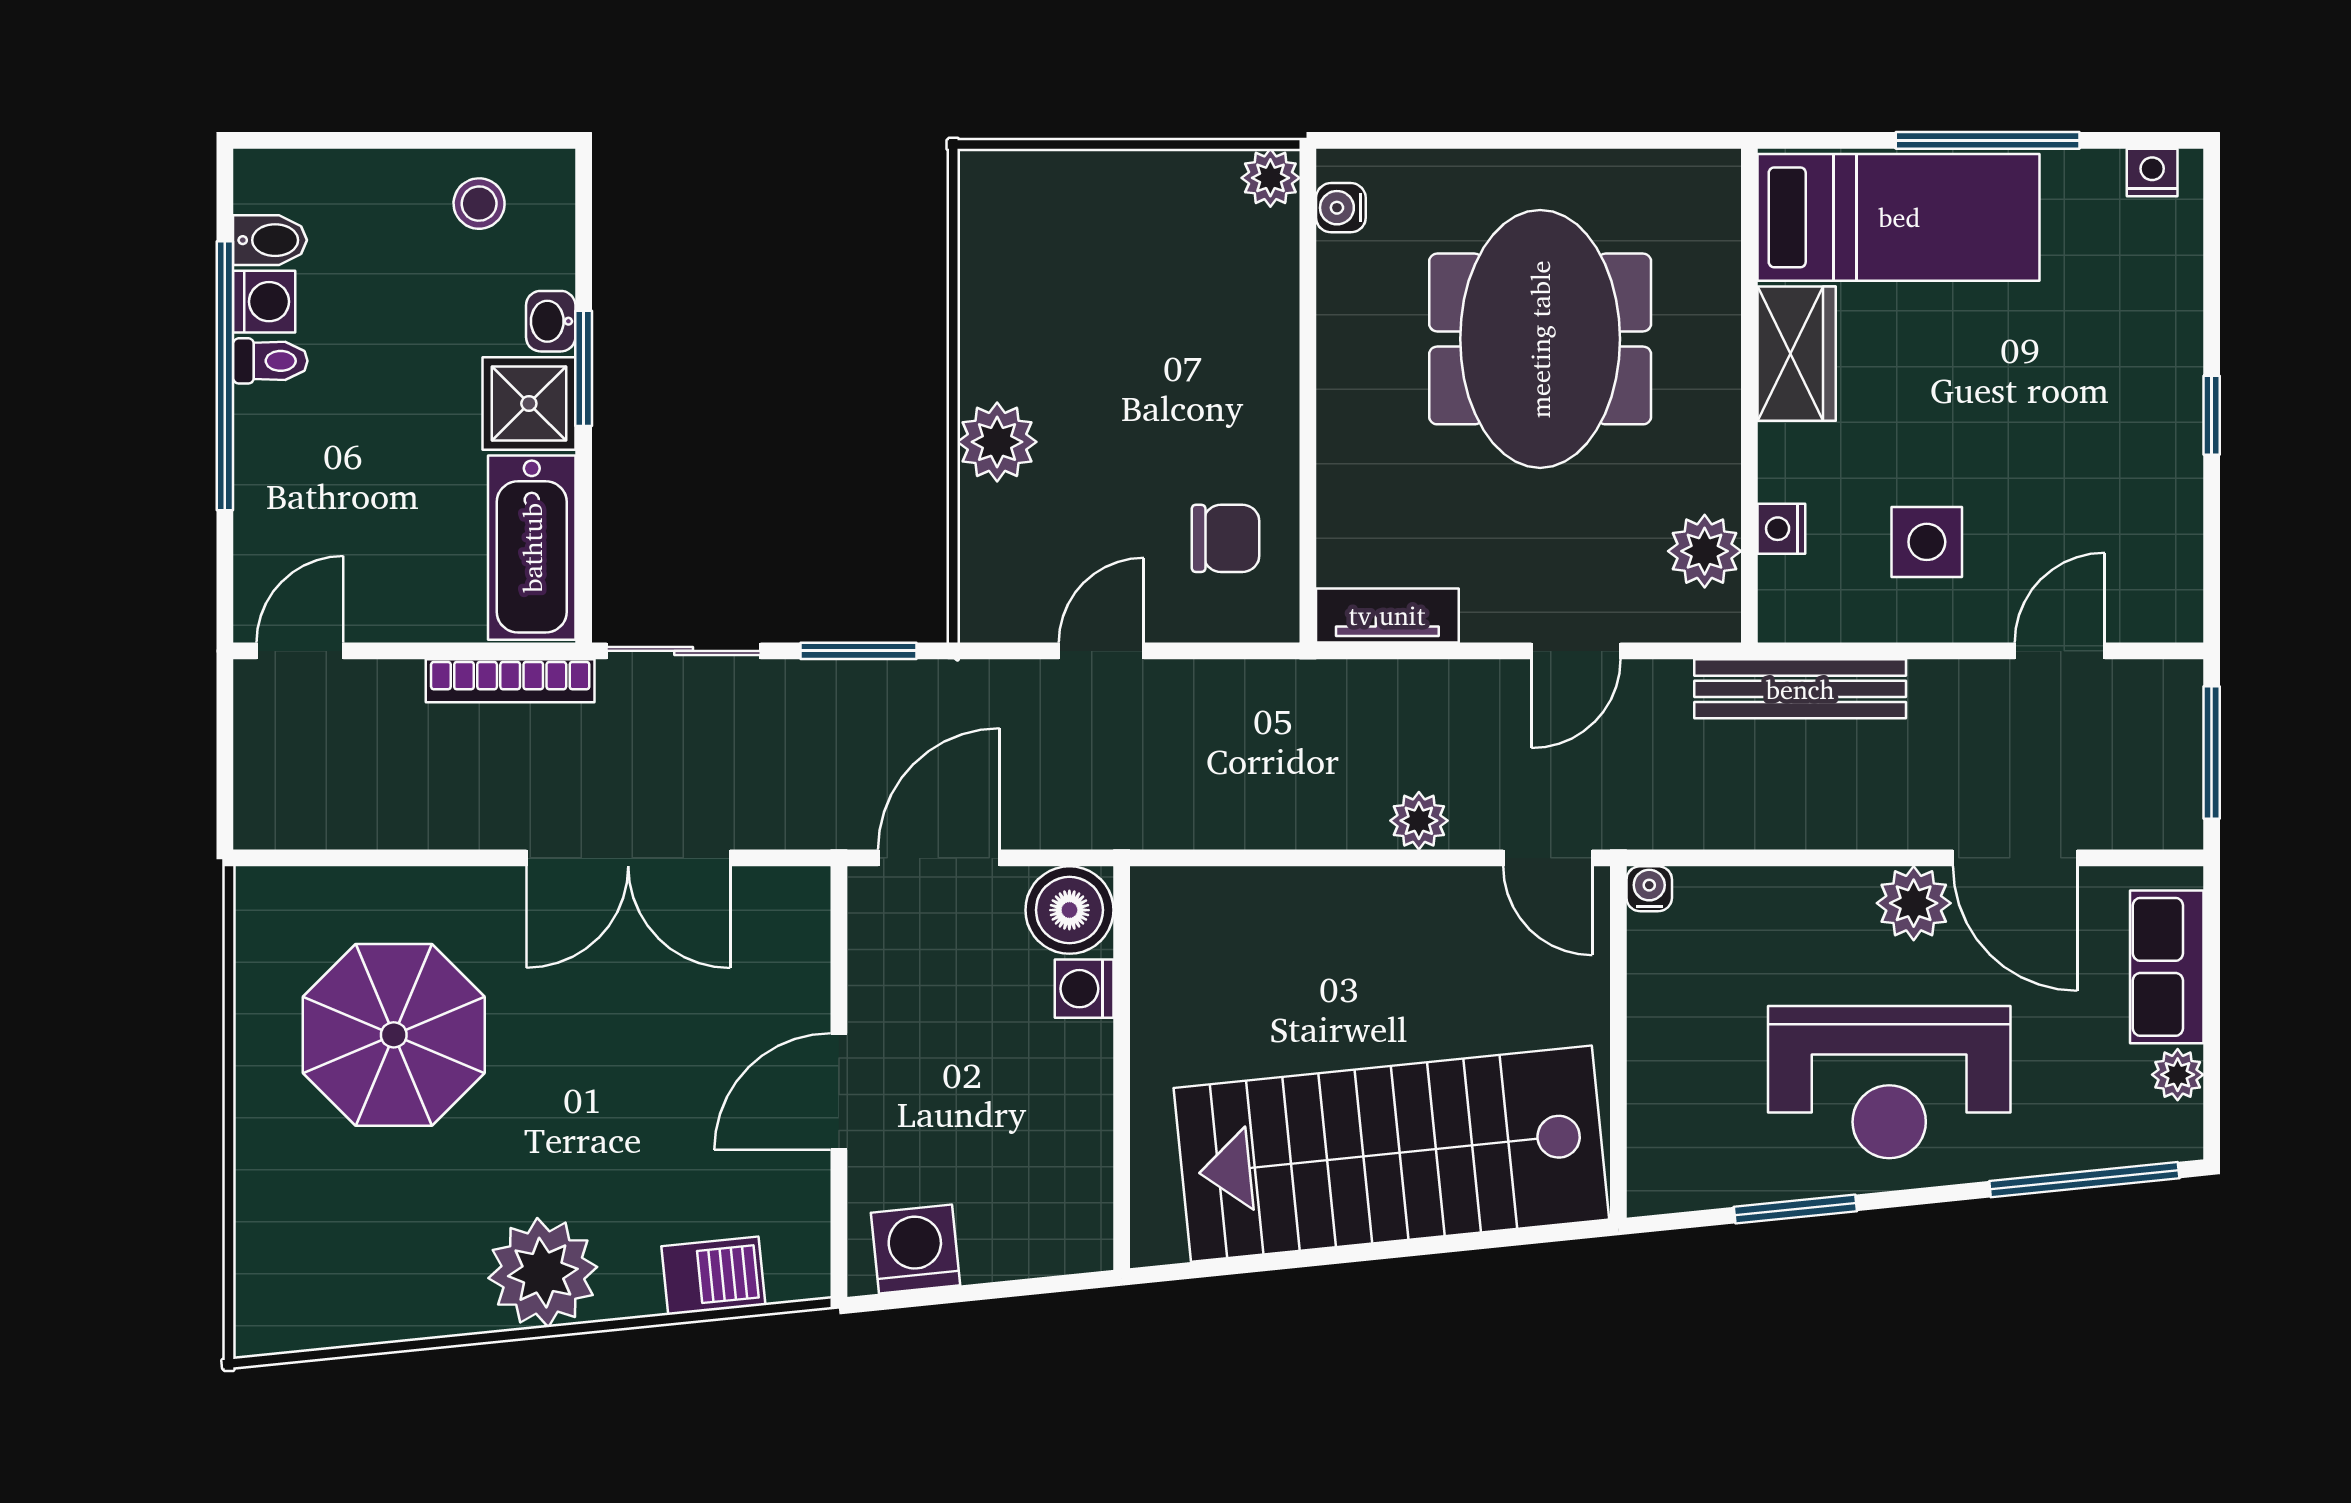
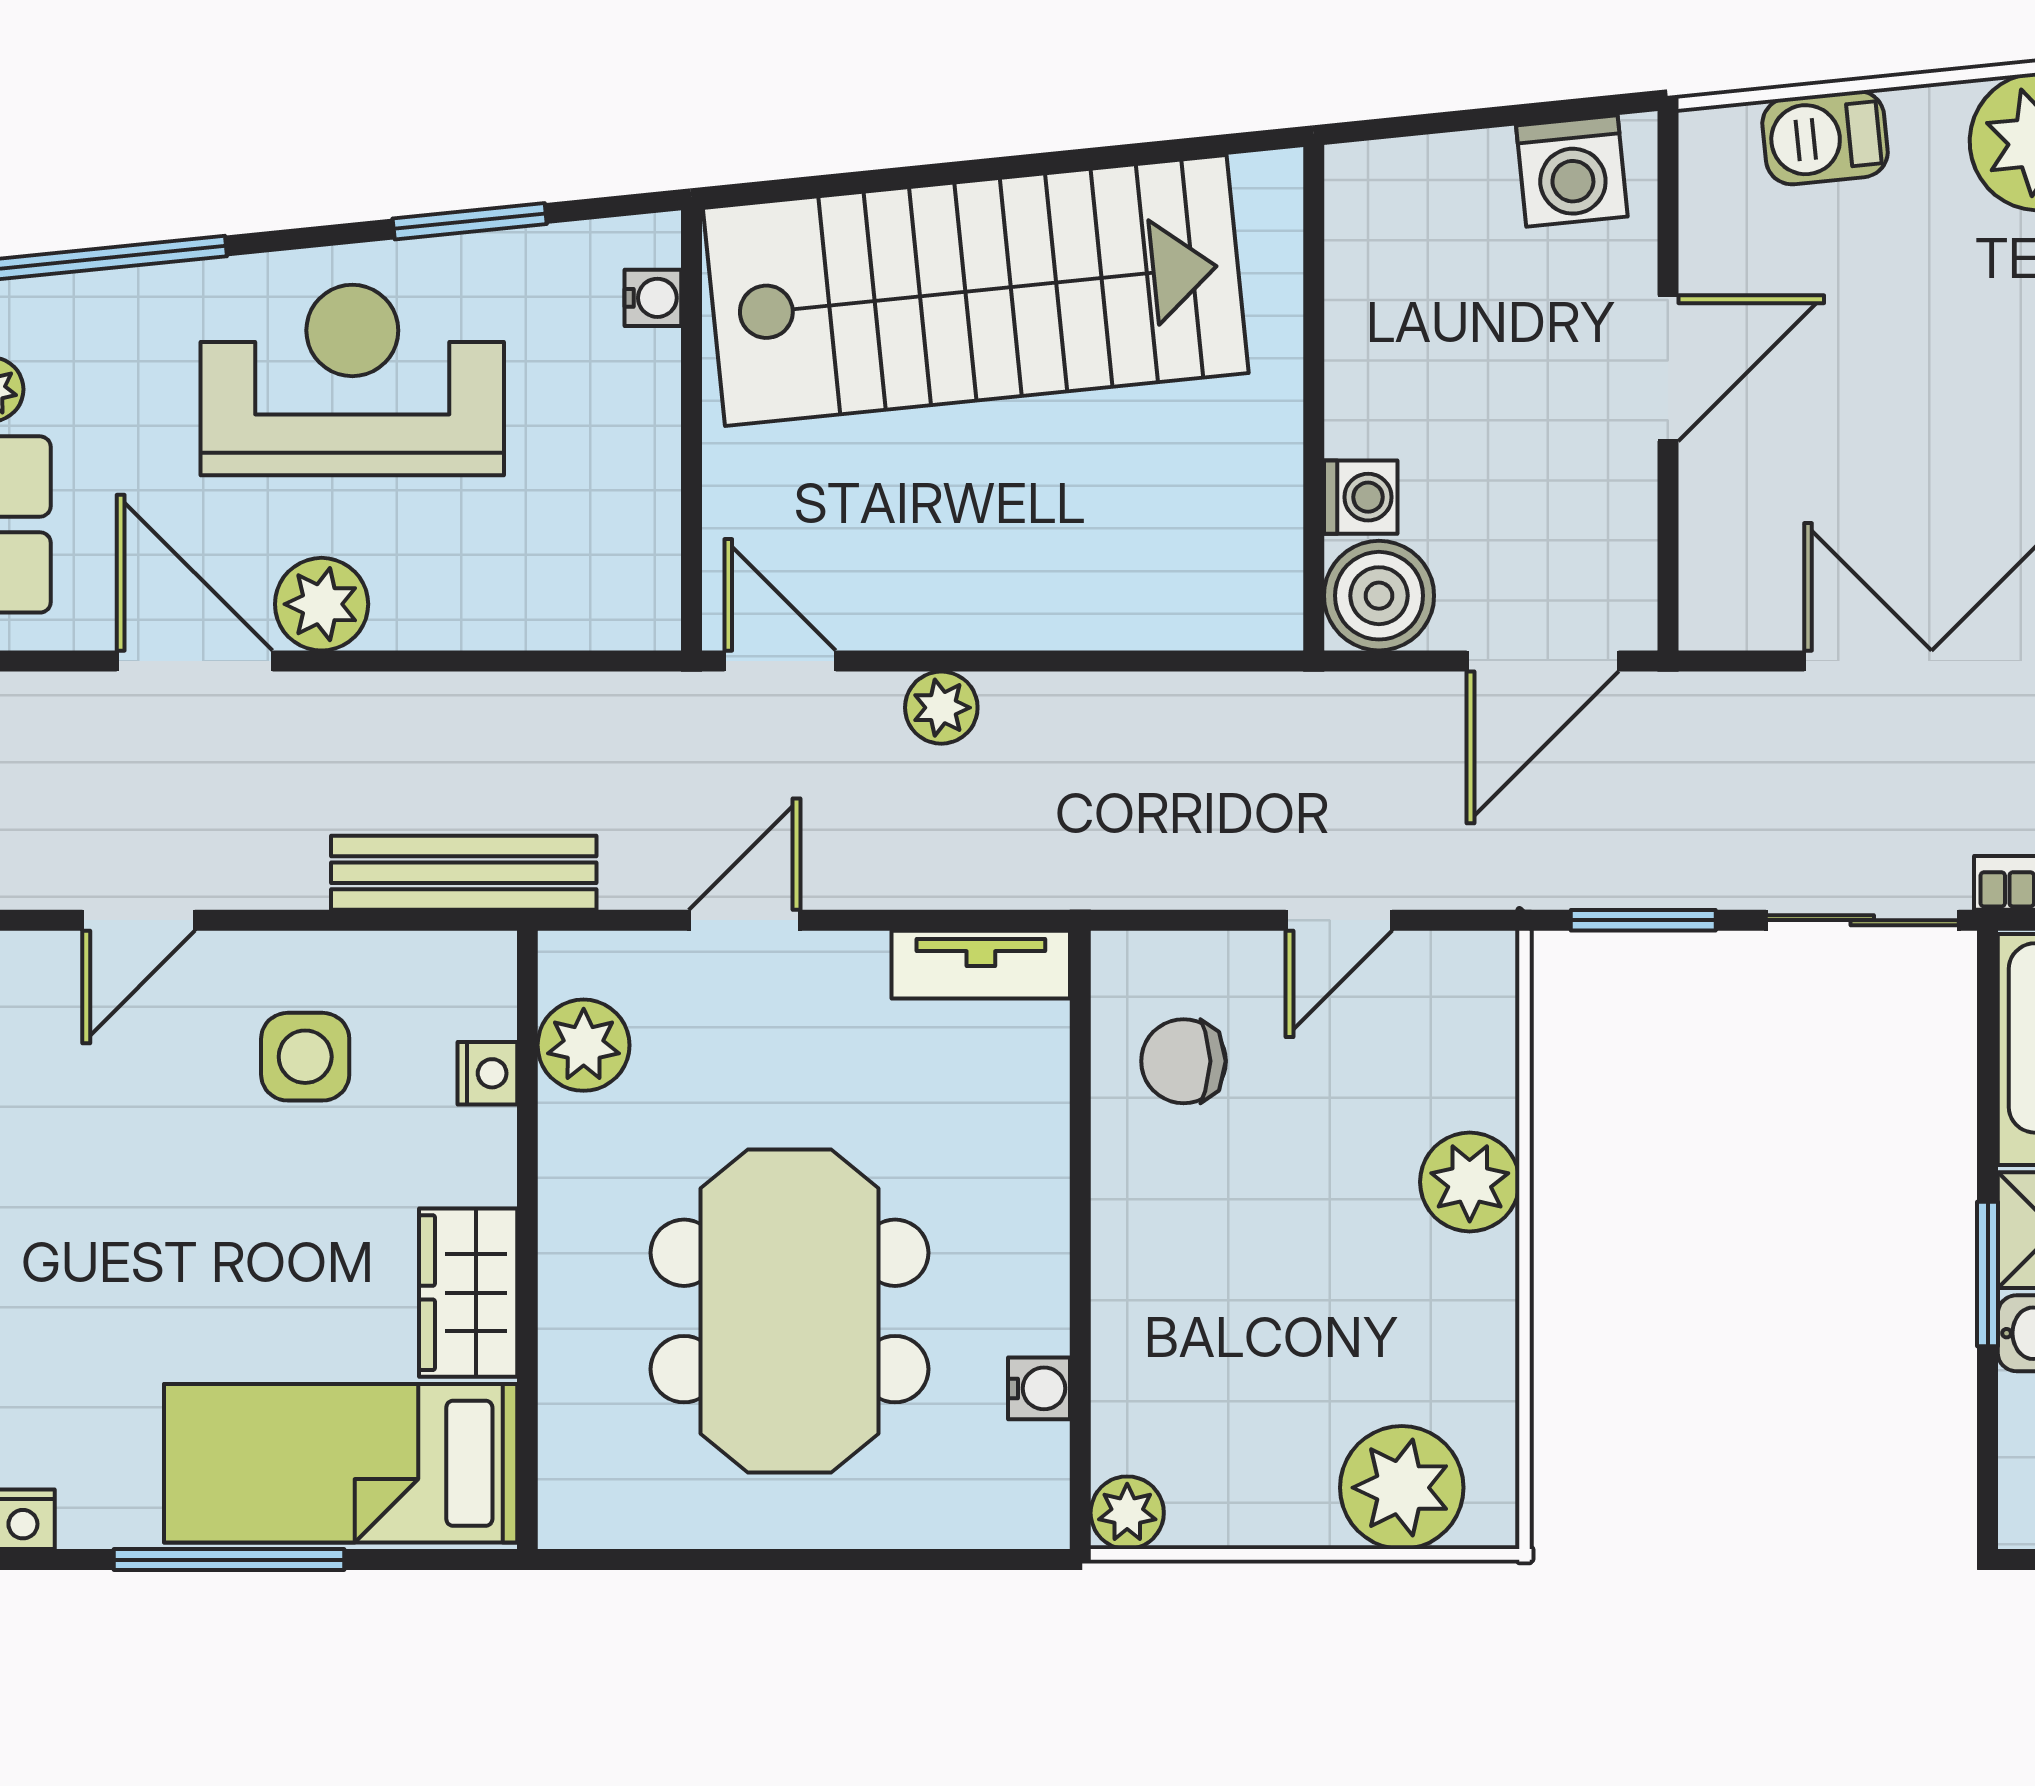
plant: (1051, 198) -> (1402, 1488), added
water cooler: (1341, 208) -> (1039, 1388), moved
water cooler: (1649, 889) -> (653, 298), moved, turned -90

